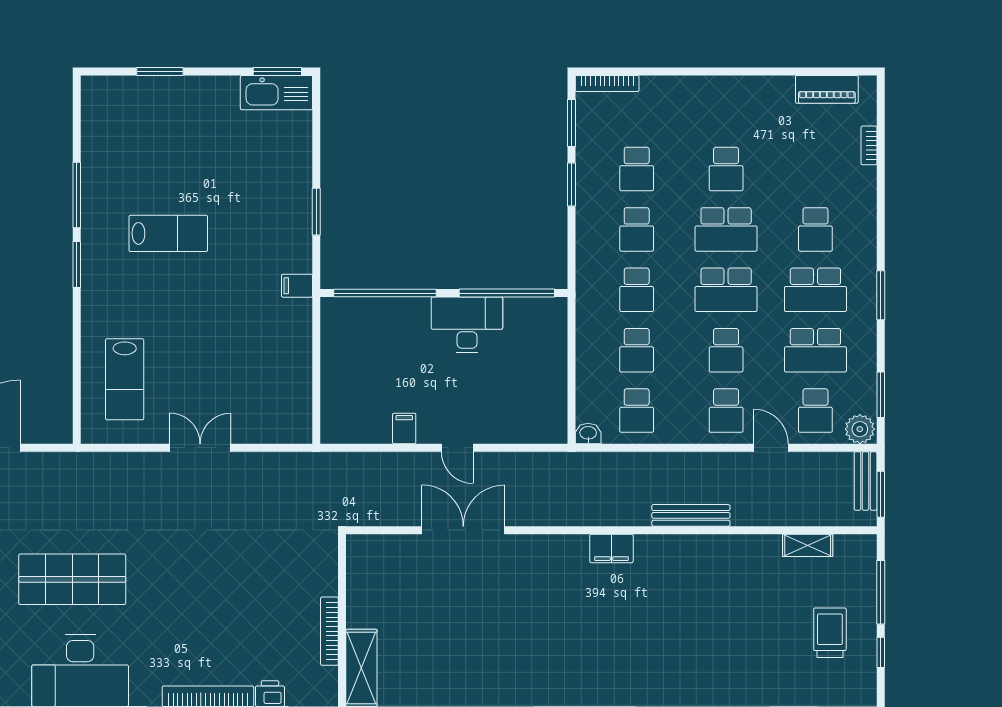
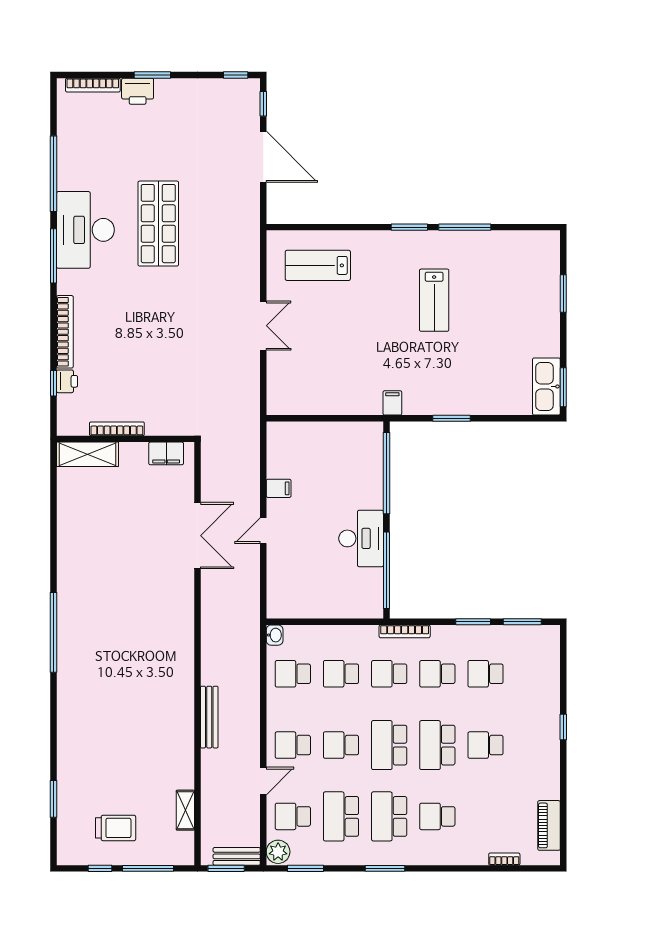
window: (703, 72) -> (563, 727), added
bookcase: (607, 84) -> (405, 631), moved, turned -90
filing cabinet: (611, 548) -> (166, 453), moved, turned -90

